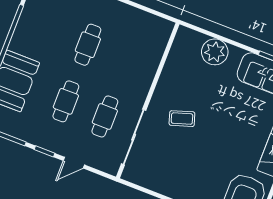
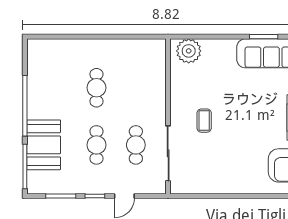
plant: (215, 52) -> (189, 51), moved
coffee table: (182, 119) -> (204, 121), turned -72

